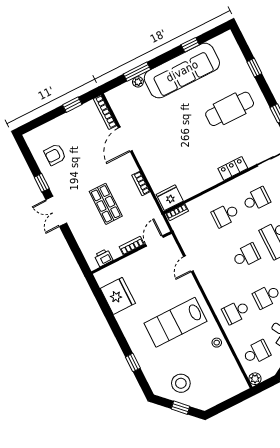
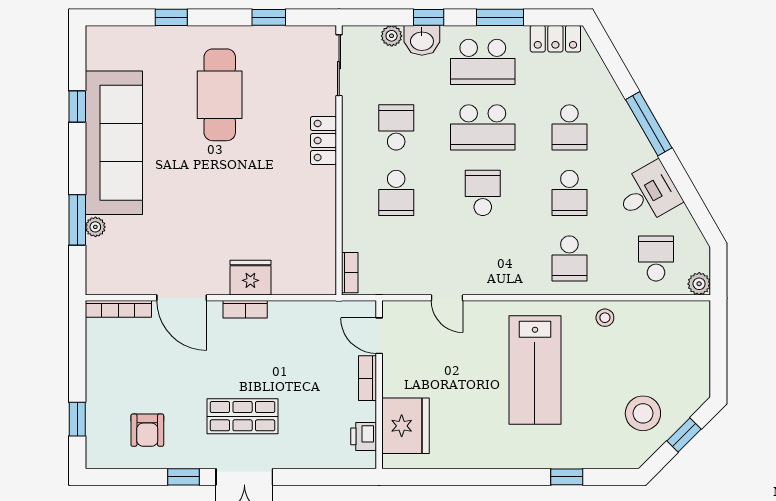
window: (72, 105) -> (77, 419), moved
bookcase: (141, 183) -> (245, 309), moved
fridge: (170, 198) -> (250, 278), moved, turned 90
shop shelf: (106, 204) -> (243, 416), moved
fridge: (118, 296) -> (405, 426), moved, turned 90

